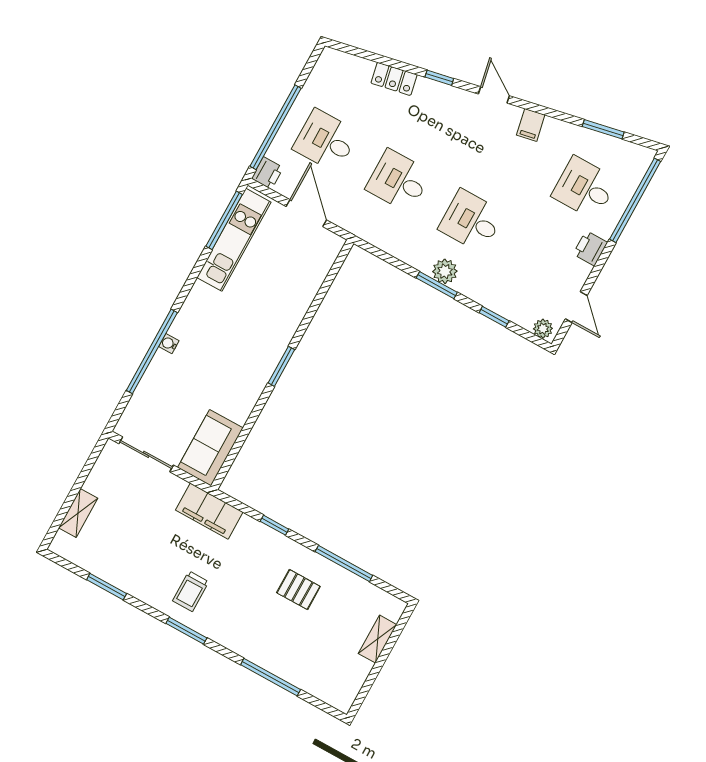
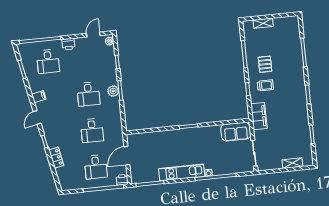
kitchen unit: (234, 240) -> (182, 172), moved
trolley: (191, 591) -> (265, 85), moved

